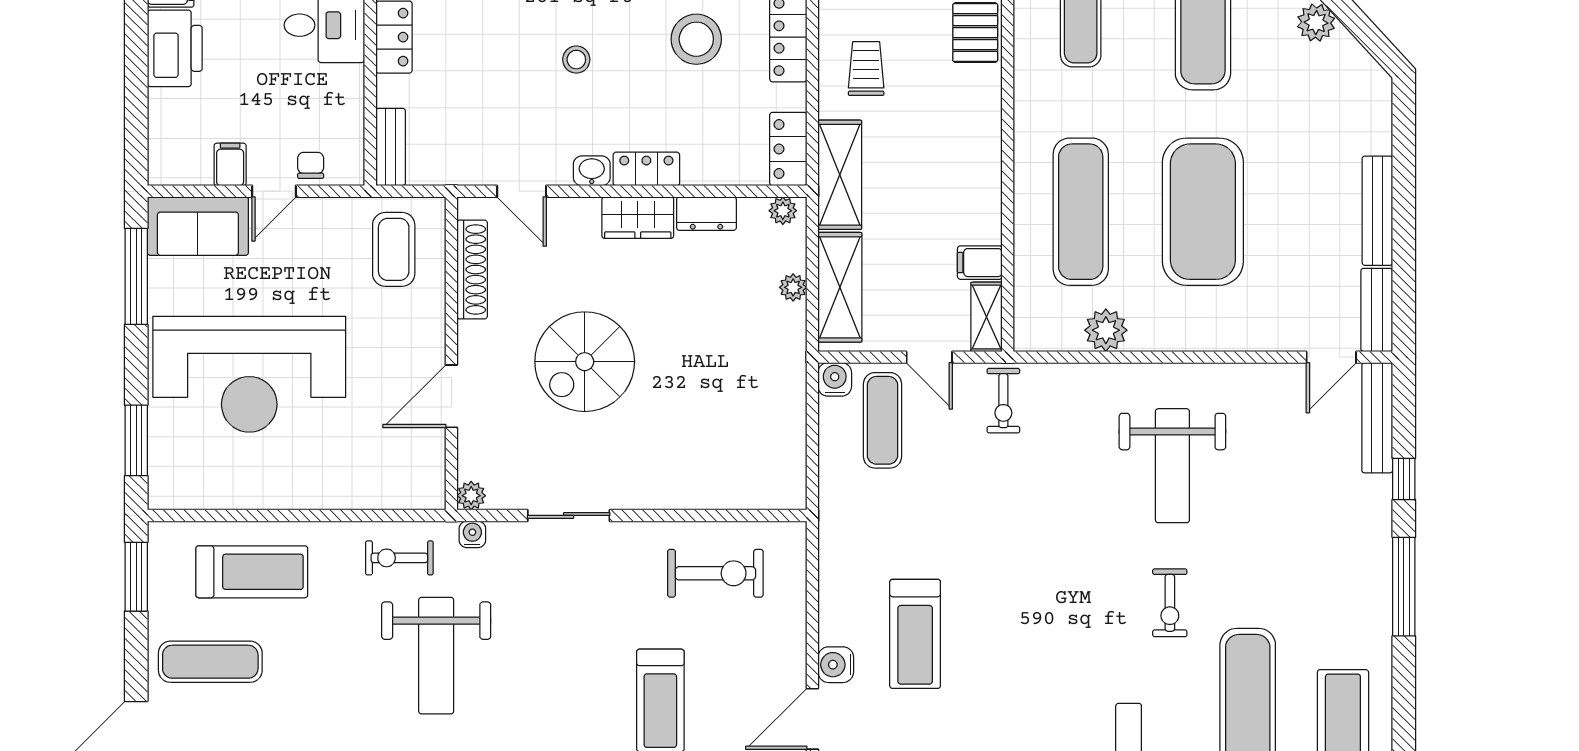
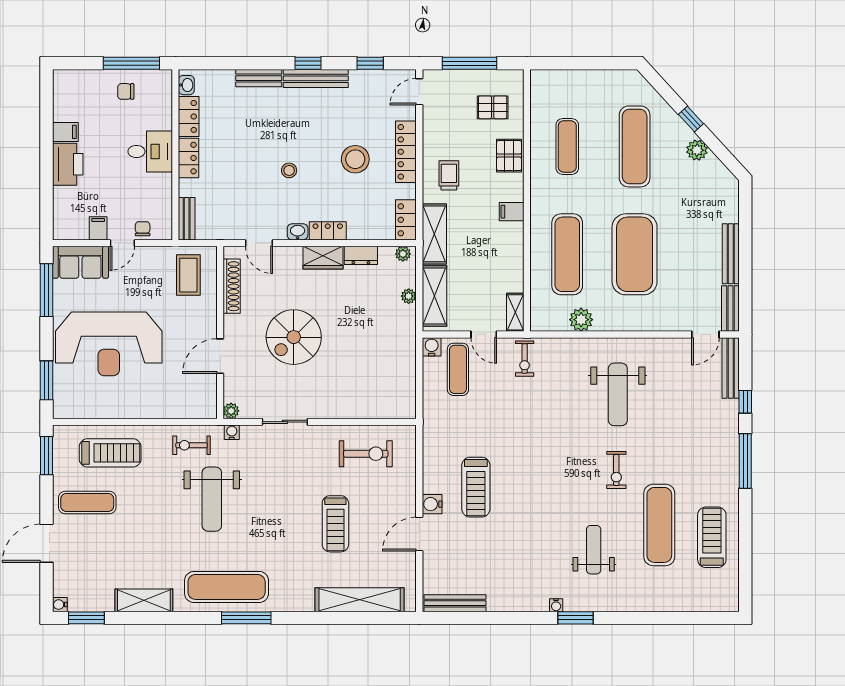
filing cabinet: (980, 263) -> (512, 212), moved

